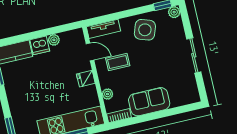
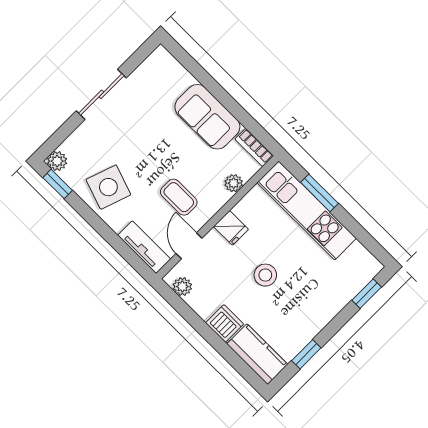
plant: (54, 40) -> (182, 287), moved
stool: (51, 81) -> (265, 275), added

